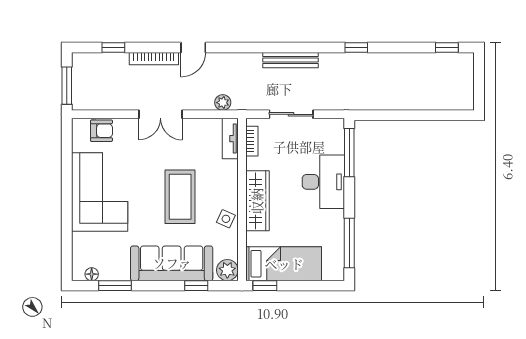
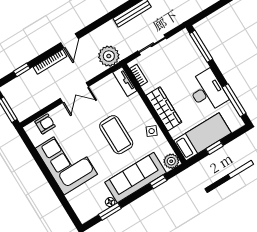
plant: (223, 103) -> (109, 56), width x1.88, depth x1.88
desk: (323, 182) -> (207, 91), moved
floor lamp: (92, 274) -> (110, 202), moved
window: (265, 286) -> (214, 147), moved

